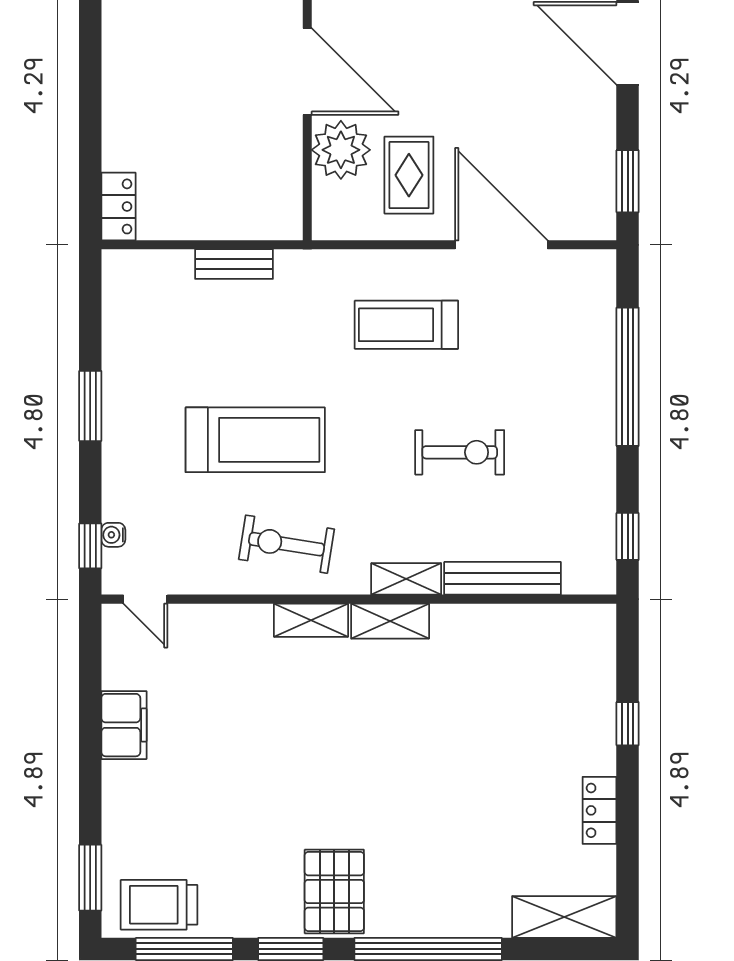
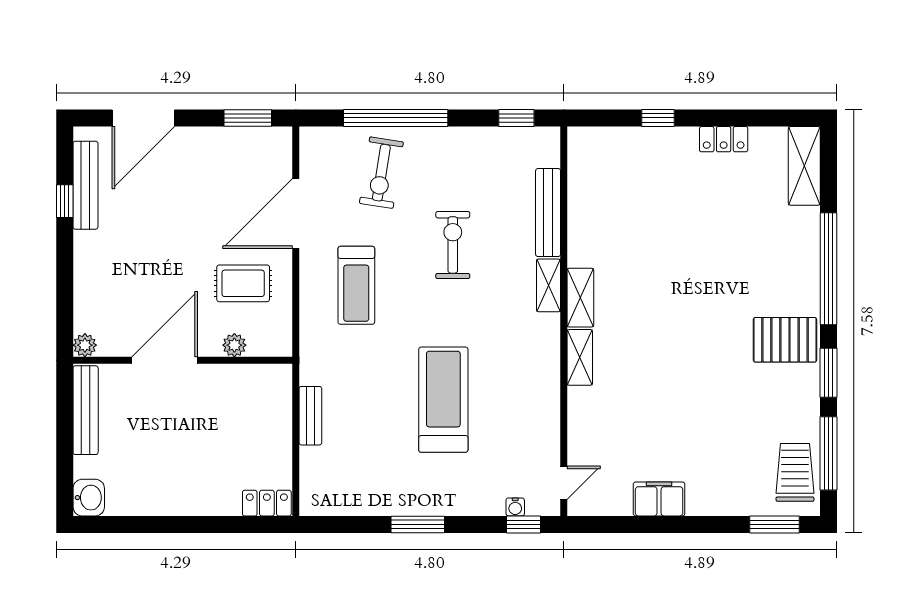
plant: (341, 150) -> (234, 345), width x0.53, depth x0.53
exercise bike: (287, 544) -> (381, 173), moved
trolley: (159, 905) -> (795, 472), turned 180

